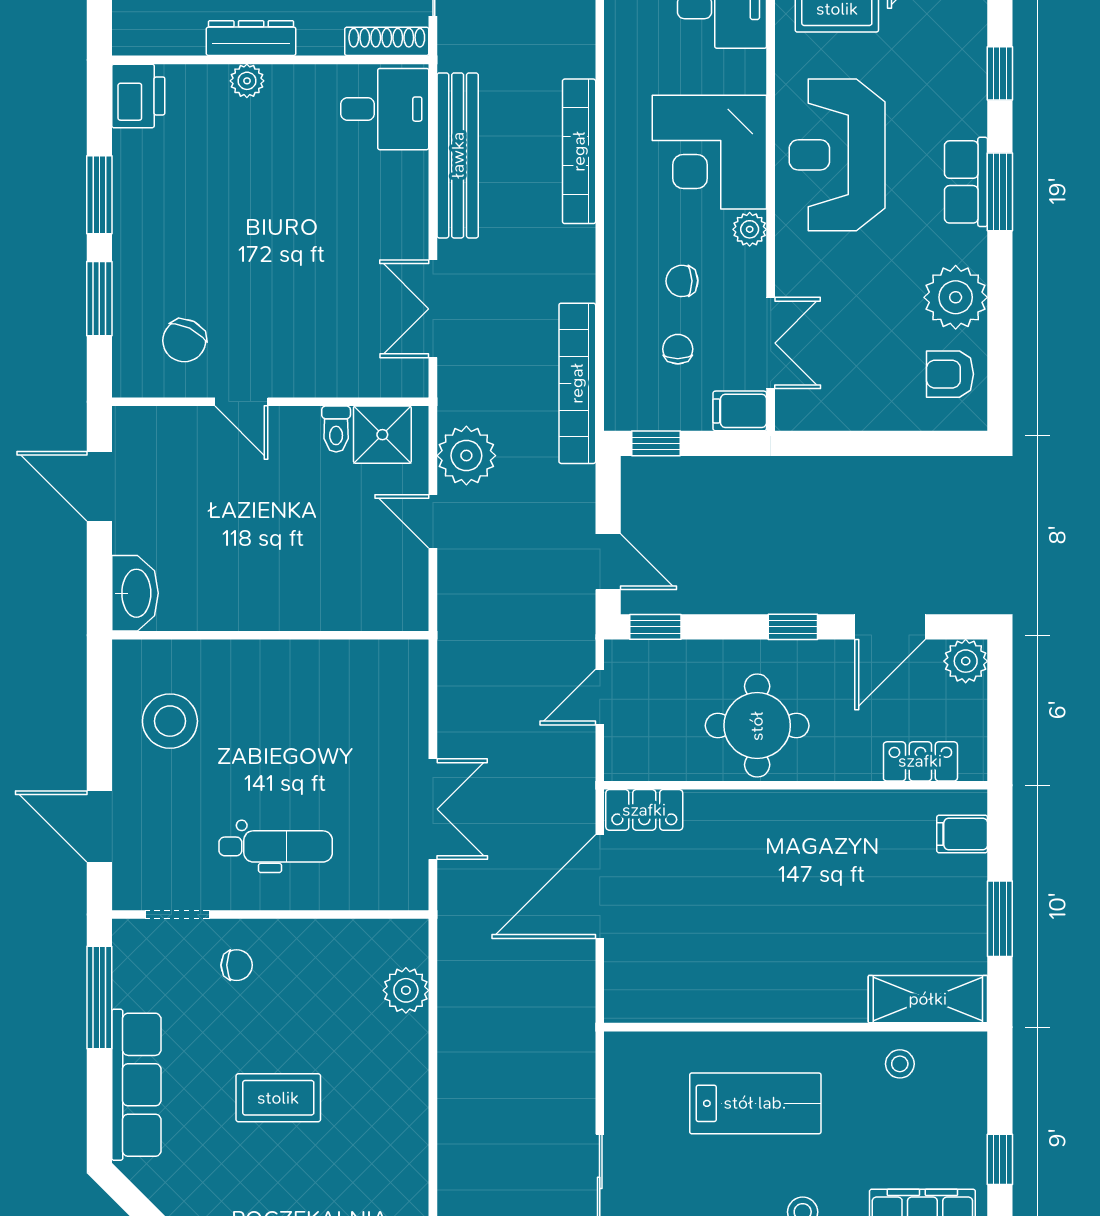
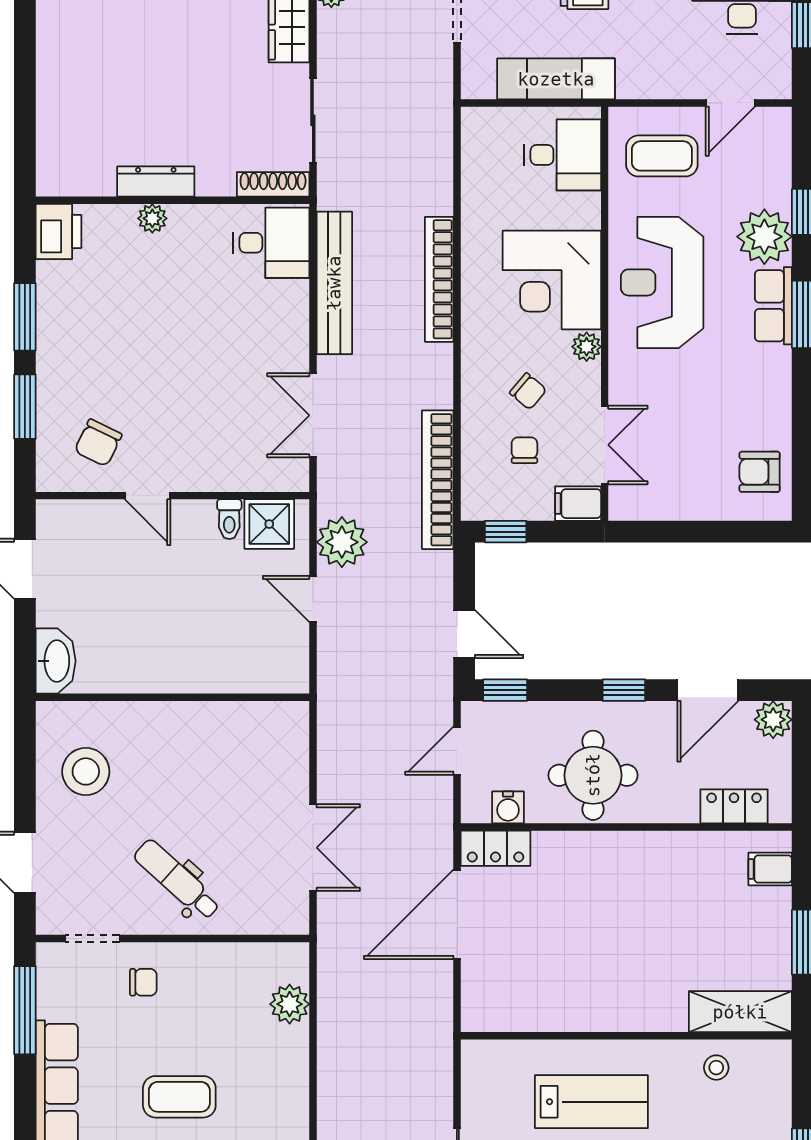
chair: (682, 281) -> (528, 391), turned -139
plant: (956, 297) -> (764, 237), moved
water cooler: (659, 763) -> (508, 807), added
dental chair: (276, 846) -> (177, 880), turned -138

